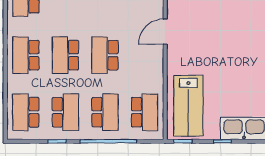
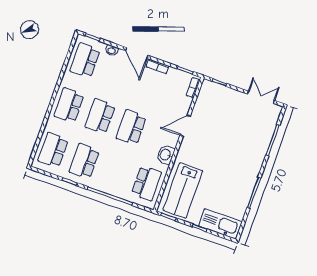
washbasin: (155, 72) -> (166, 155), added
school desk: (65, 112) -> (84, 161), turned 180
school desk: (105, 112) -> (115, 172), removed

